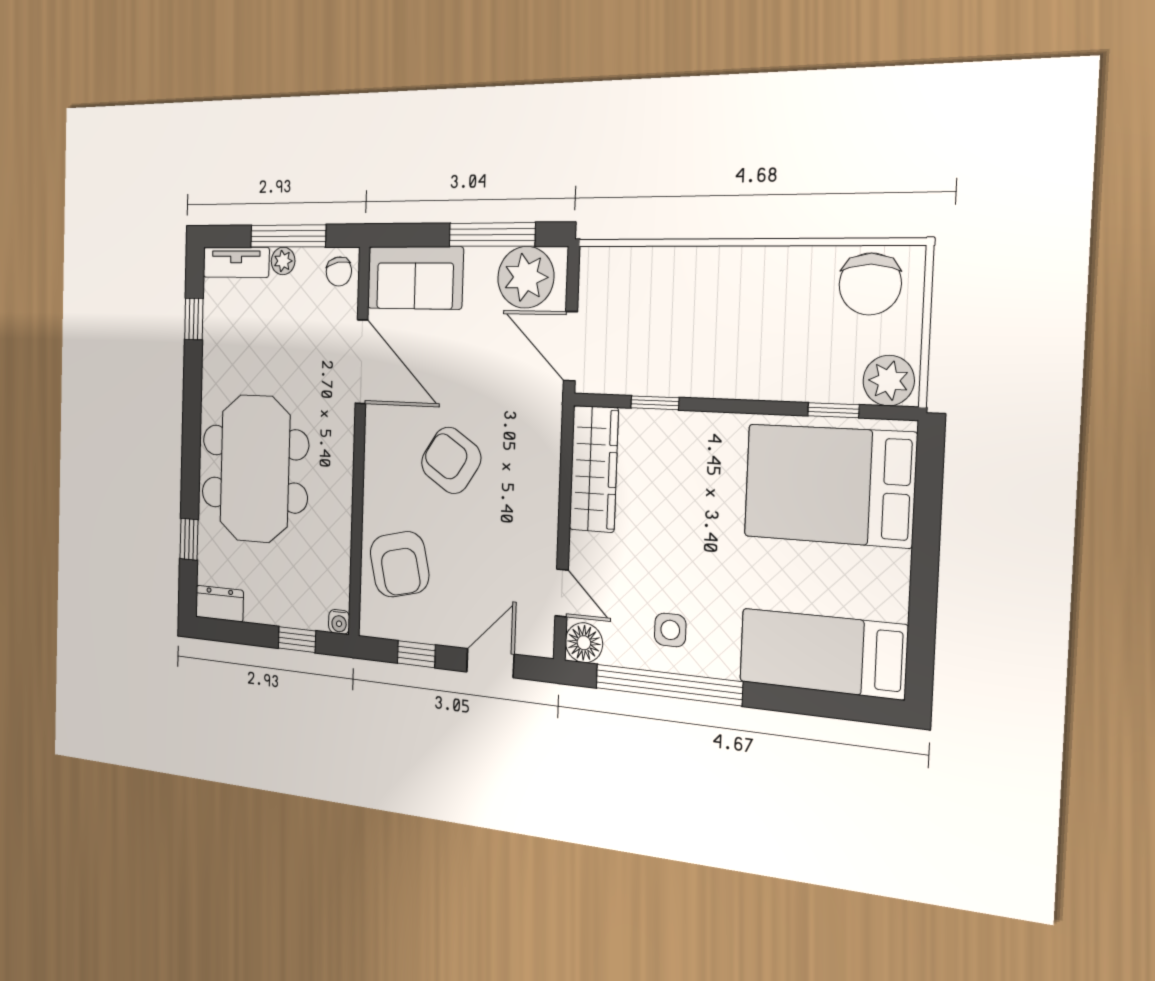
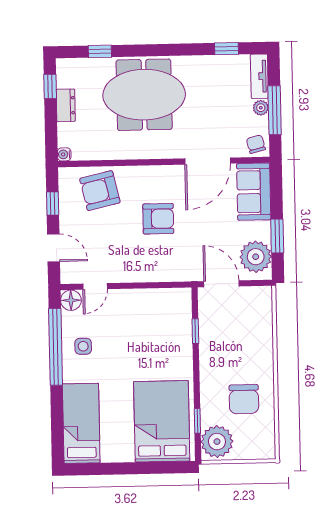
window: (492, 235) -> (277, 236), width x0.69
chair: (339, 272) -> (256, 144), turned 86
chair: (870, 284) -> (244, 399), moved, turned -90
door: (570, 346) -> (221, 284), hinge flipped
plant: (889, 381) -> (217, 442), width x1.36, depth x1.36
armchair: (451, 460) -> (158, 219), turned 57
wardrobe: (594, 469) -> (160, 300), removed
dresser: (219, 604) -> (66, 105), moved
window: (297, 640) -> (50, 86), moved

